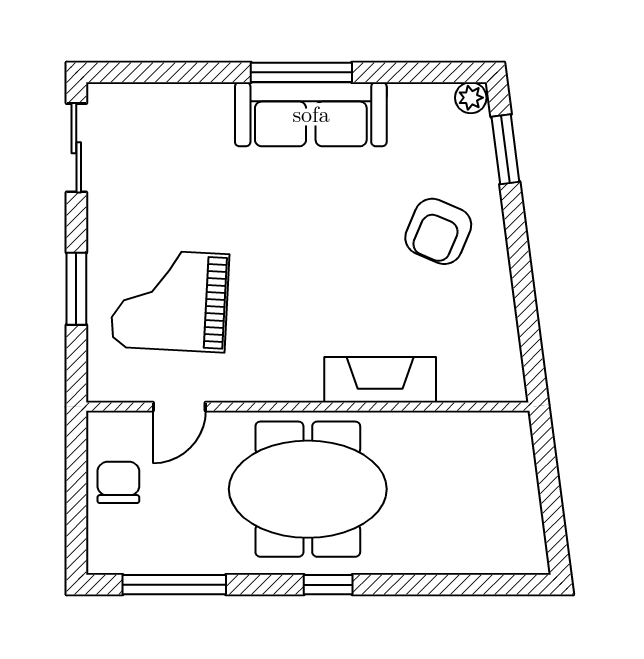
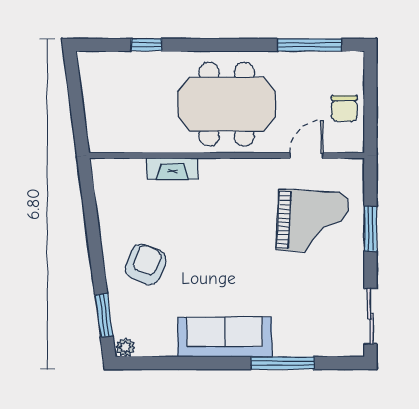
window: (301, 72) -> (283, 363), moved
fireplace: (380, 380) -> (172, 169), width x0.73, depth x0.76
window: (328, 585) -> (147, 45), moved

